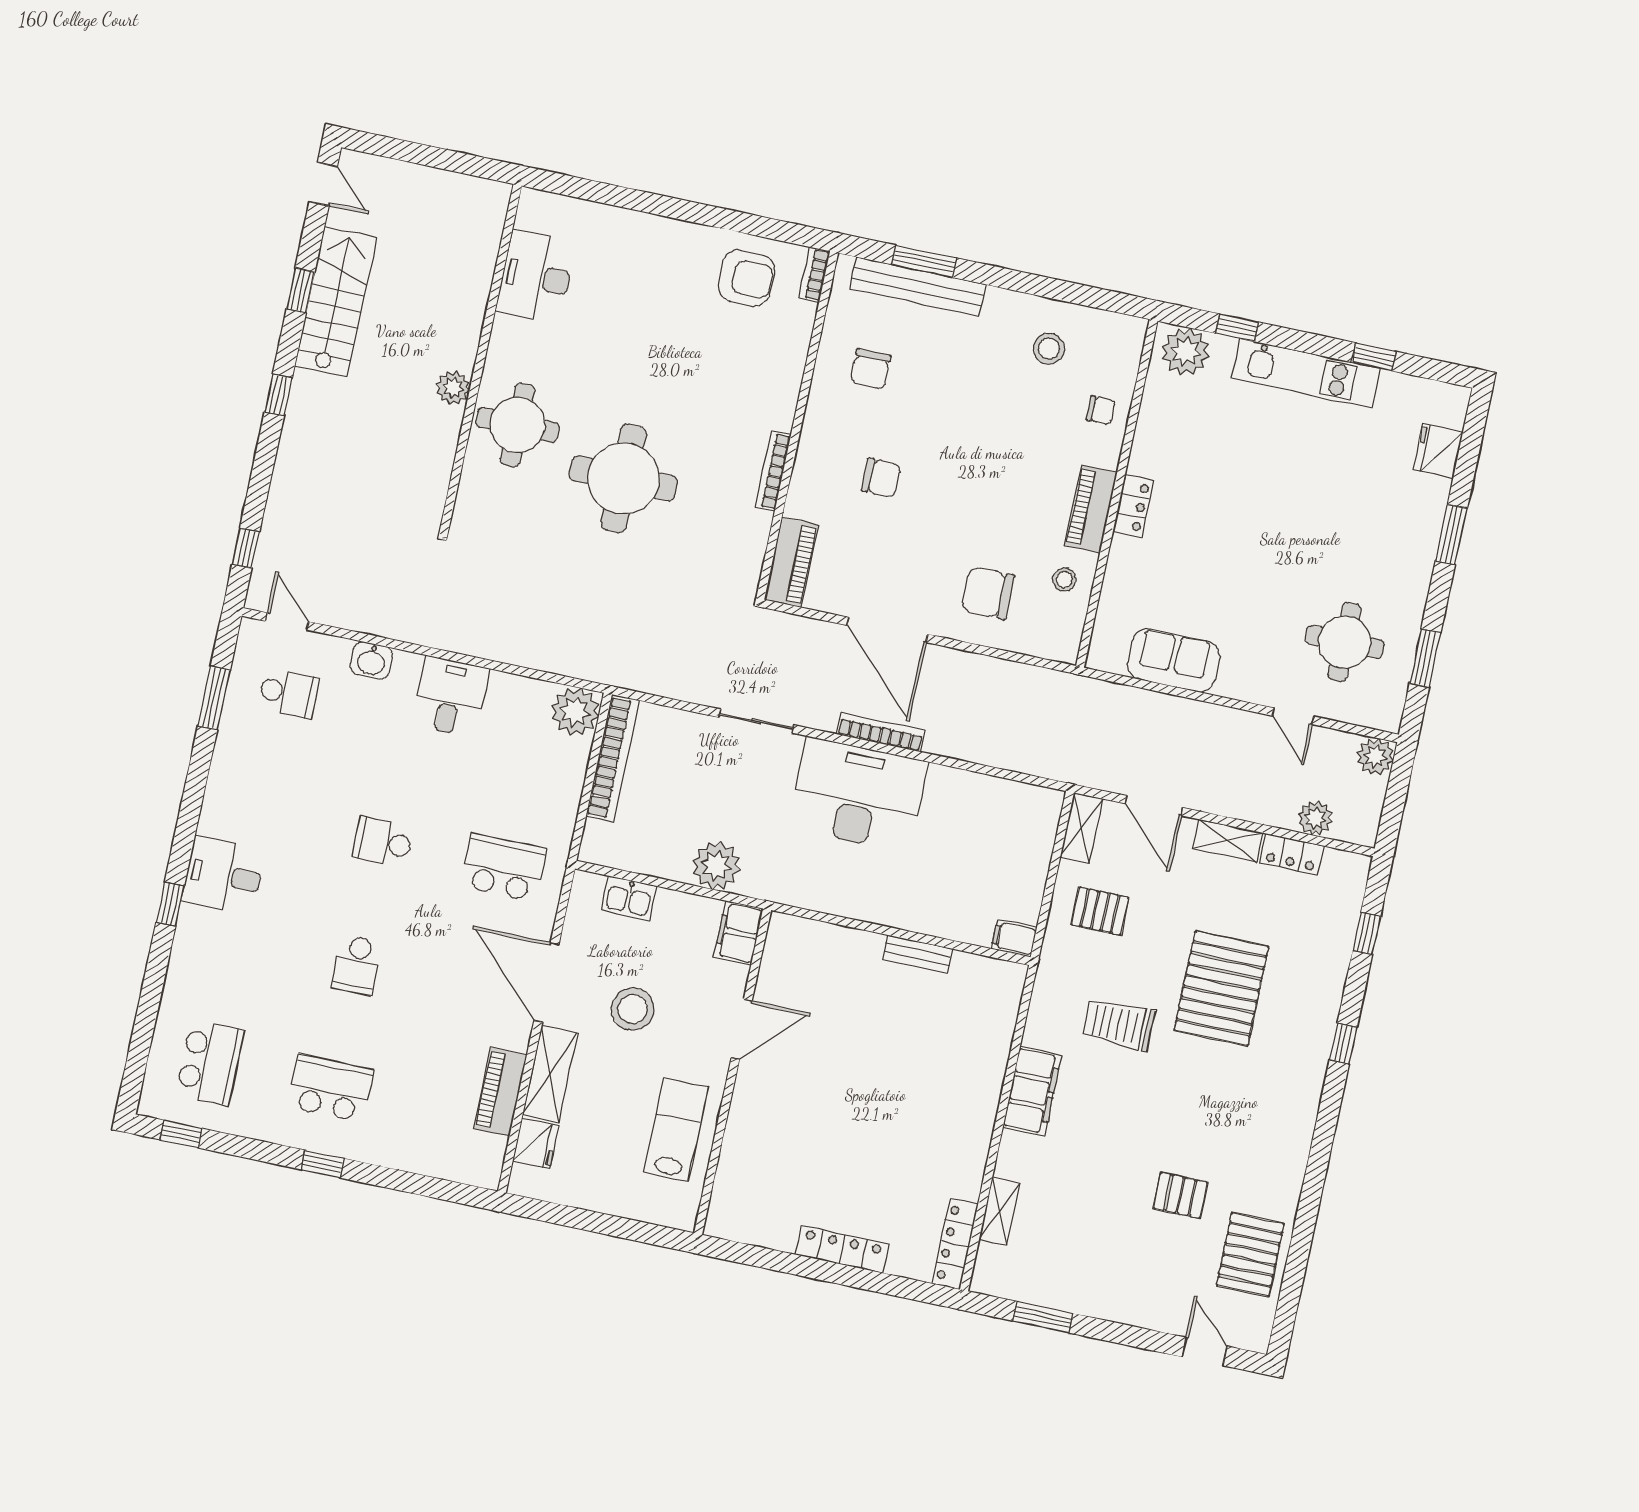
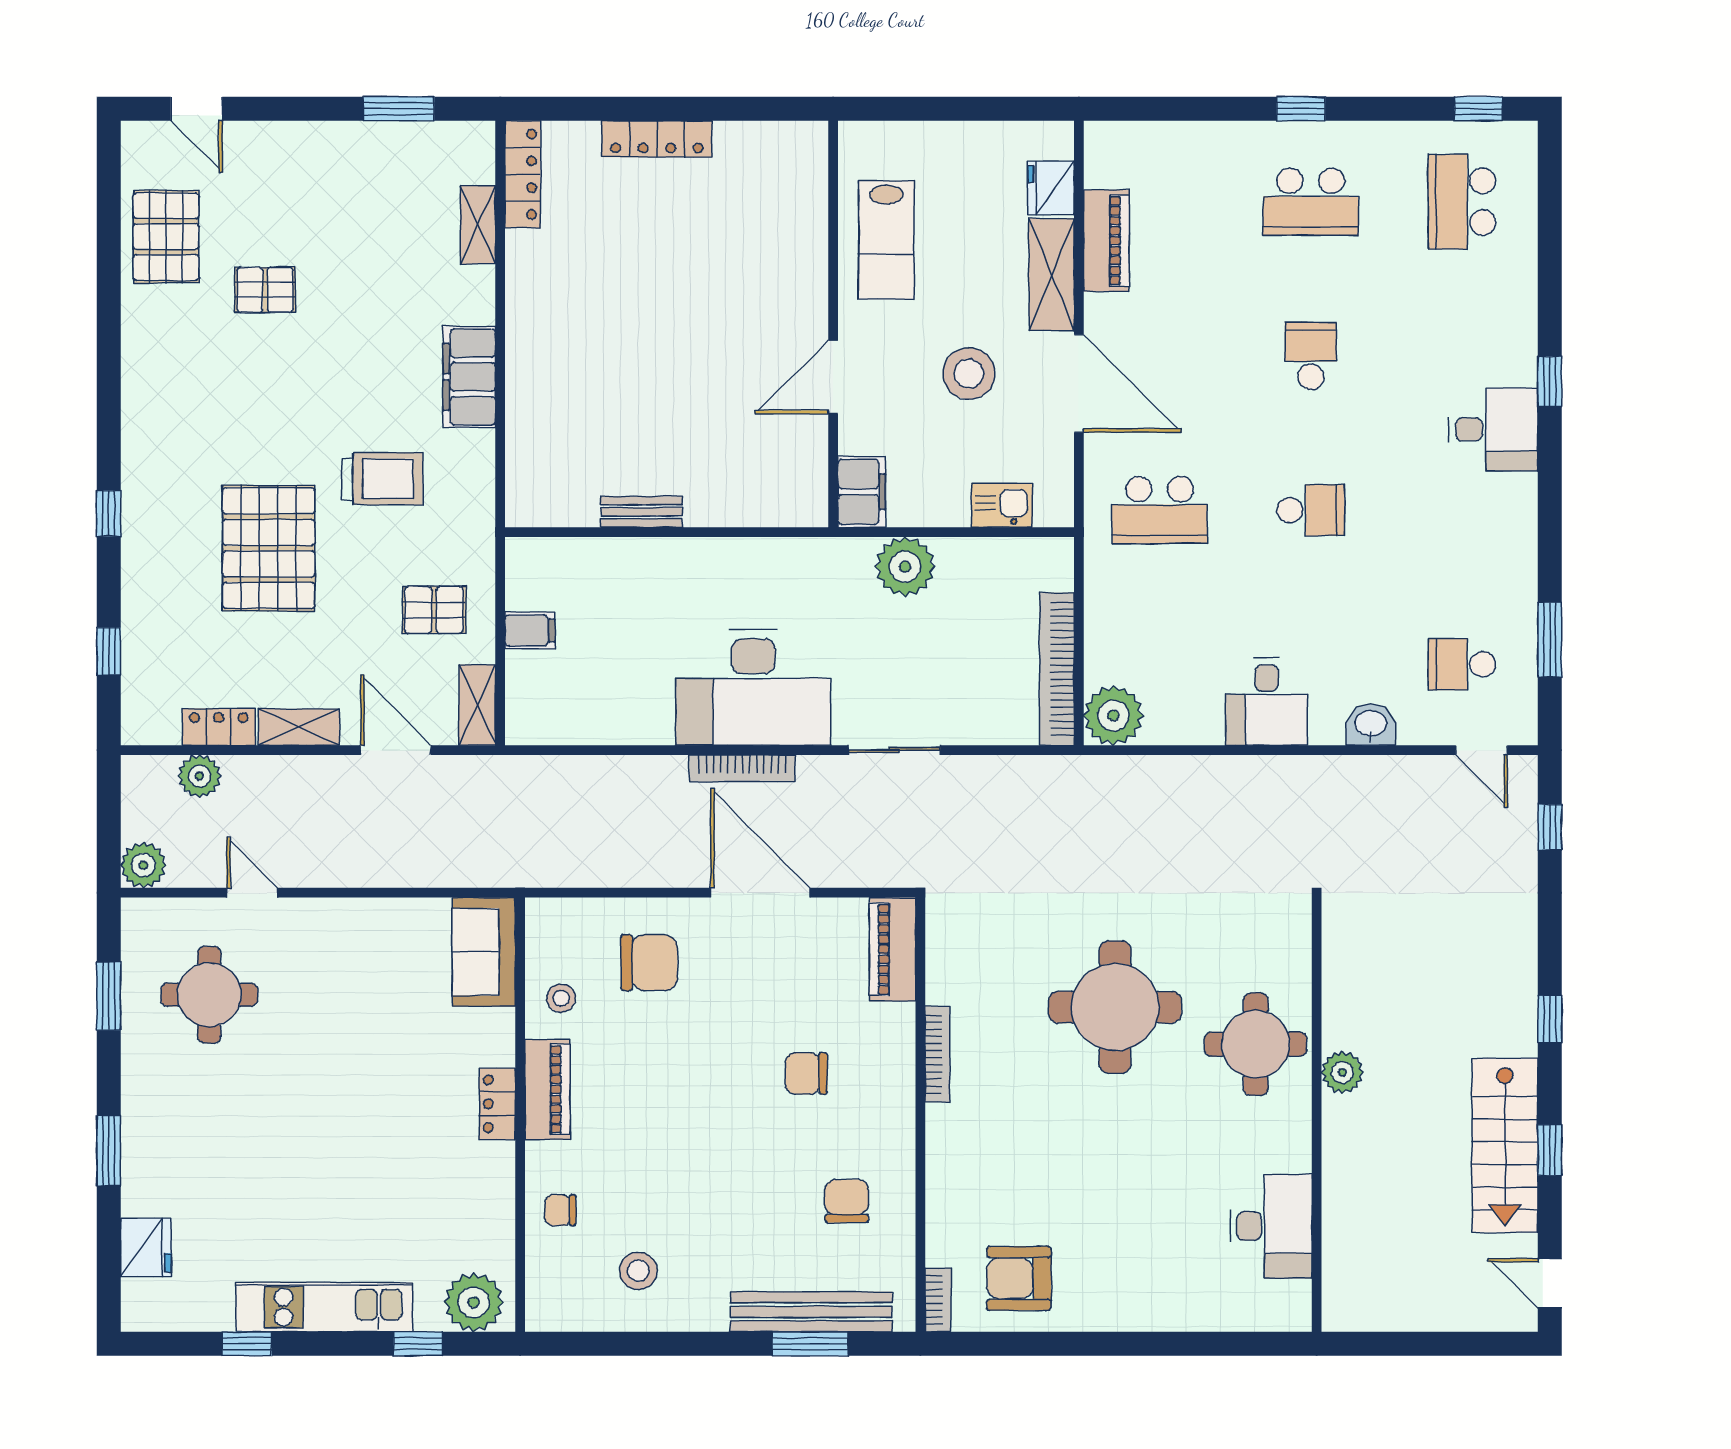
sofa: (1173, 660) -> (484, 952), moved, turned 90
filing cabinet: (1014, 938) -> (530, 631), moved

